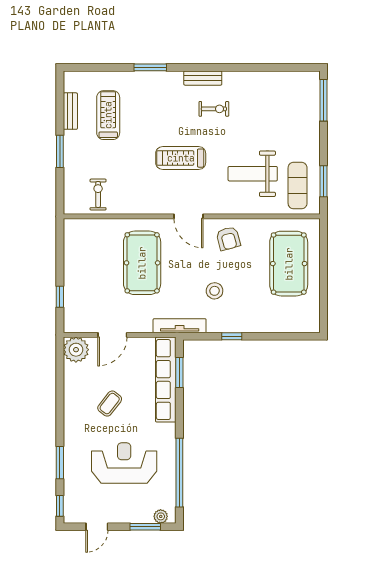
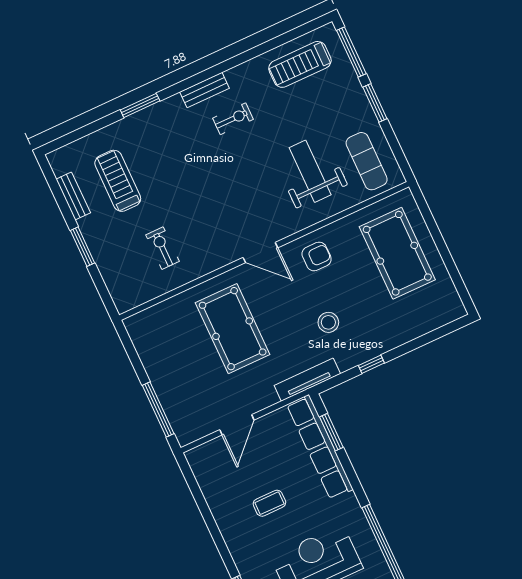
treadmill: (181, 158) -> (300, 64), moved
weight bench: (253, 174) -> (310, 171), turned 90
window: (324, 181) -> (375, 103), moved
exercise bike: (98, 194) -> (163, 248), moved
armchair: (228, 238) -> (317, 256), turned -75
window: (60, 297) -> (158, 410), width x2.17
plant: (76, 350) -> (204, 460), removed
coffee table: (110, 404) -> (269, 503), turned 52

